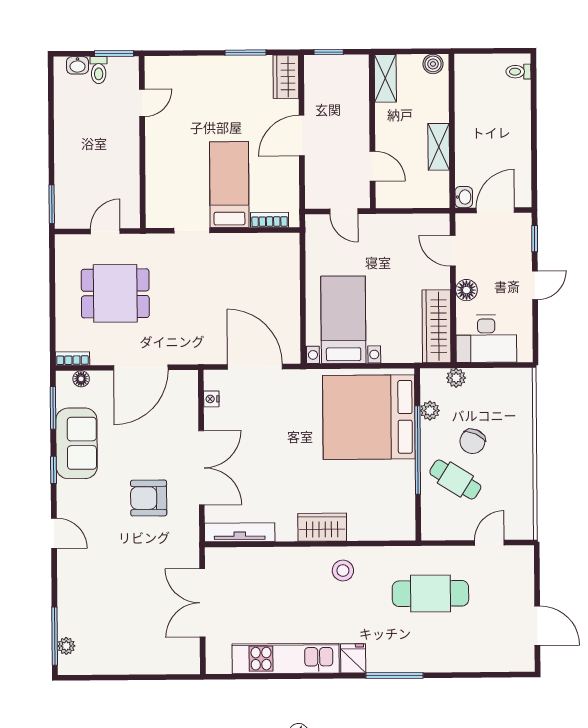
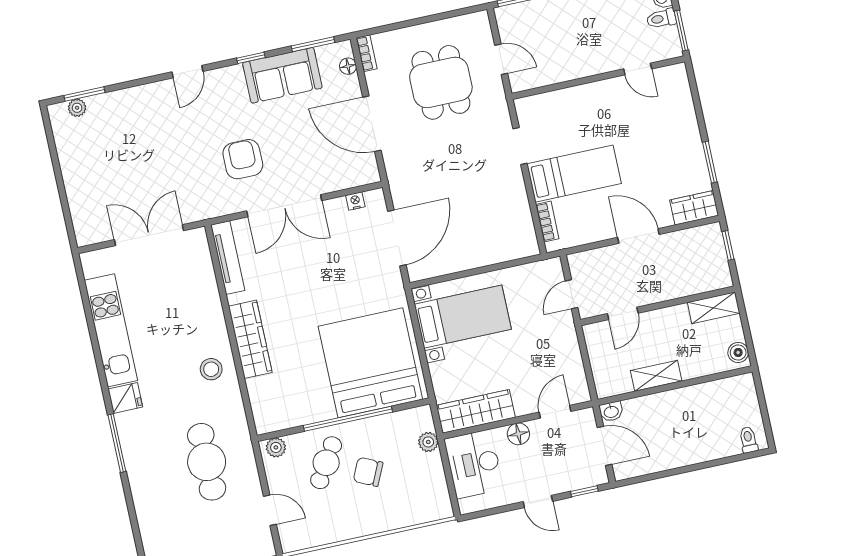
plant: (430, 411) -> (276, 447), moved
wardrobe: (322, 527) -> (250, 339), width x1.50
window: (55, 636) -> (84, 94), width x0.69

